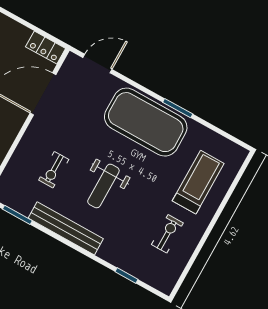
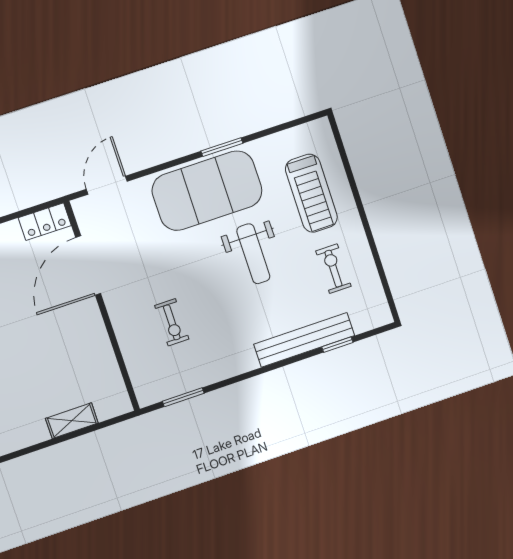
treadmill: (198, 182) -> (311, 193), turned 180
weight bench: (103, 186) -> (253, 254), moved
bench: (66, 228) -> (304, 340), moved

